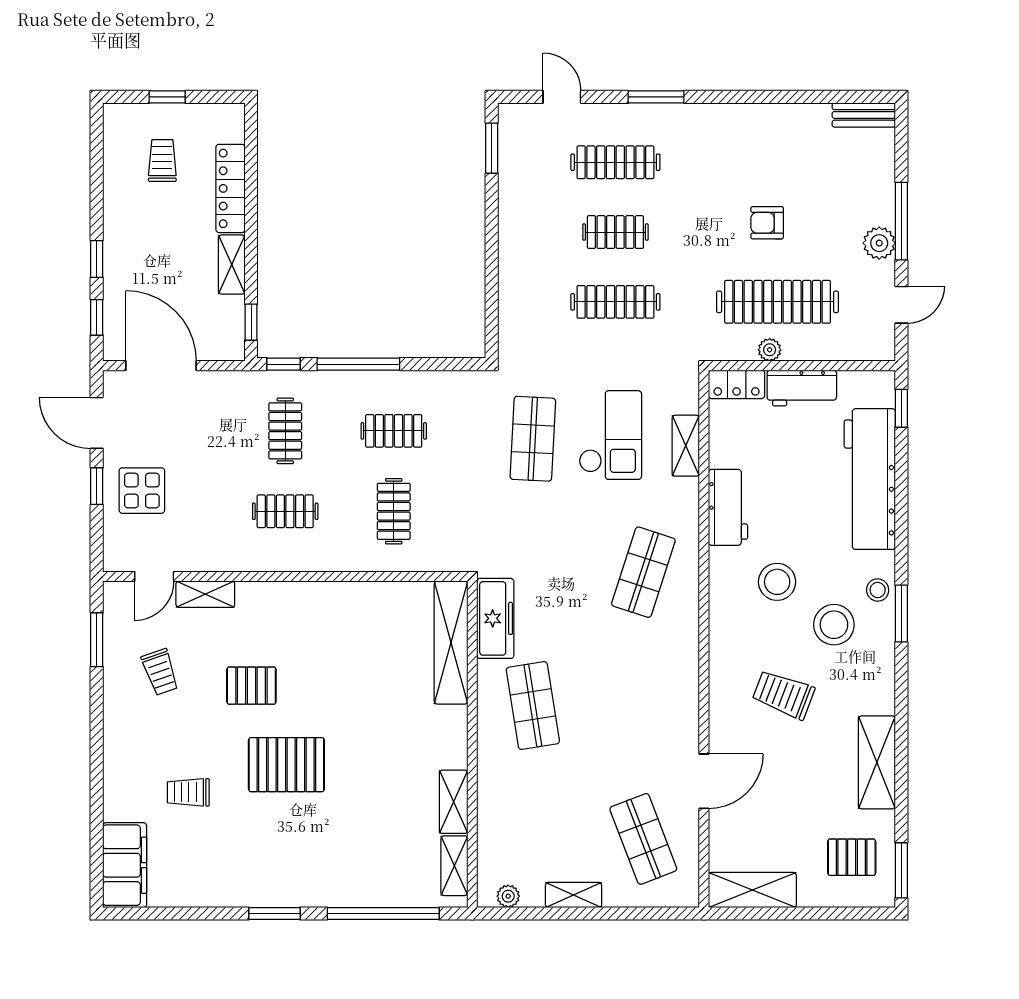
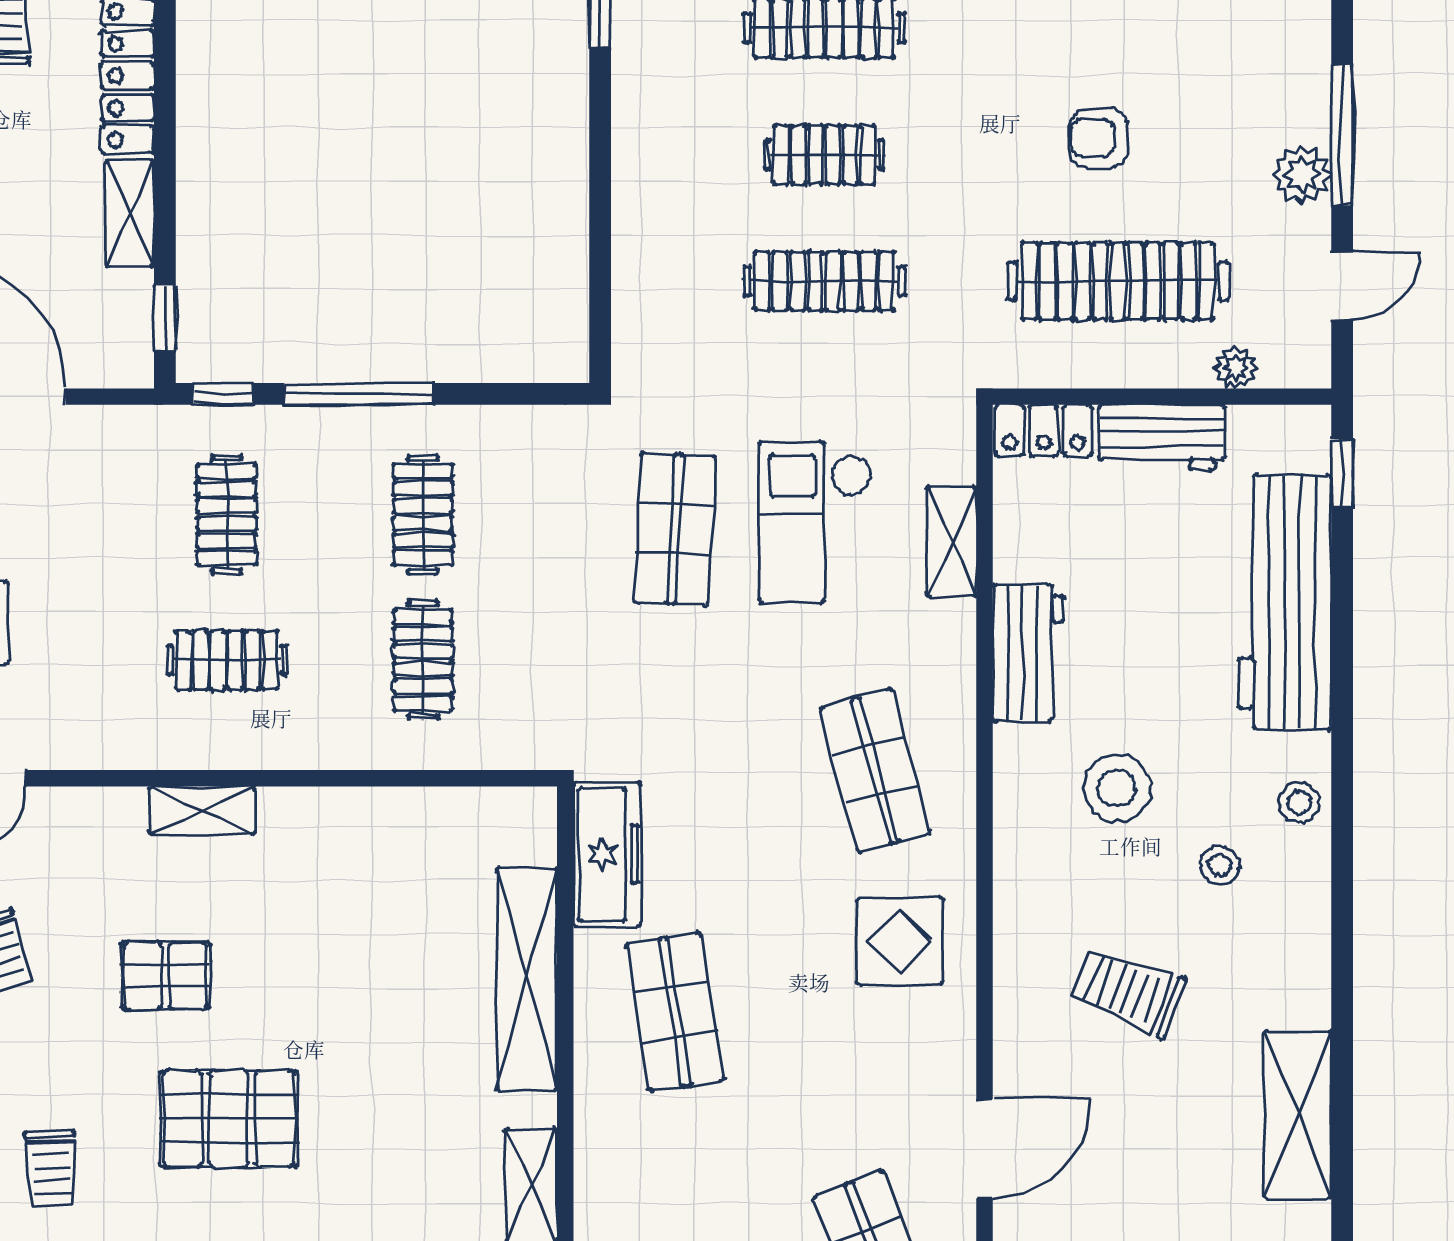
plant: (770, 350) -> (1236, 368), moved
clothes rail: (394, 431) -> (423, 515), turned 90
checkout: (610, 435) -> (815, 522), turned 180
shop shelf: (643, 572) -> (875, 770), turned -33
shelving: (205, 594) -> (202, 810), moved
window: (901, 614) -> (1342, 845), removed
stool: (834, 625) -> (1220, 865), width x0.53, depth x0.53
shelving: (451, 643) -> (527, 979), moved
display table: (657, 667) -> (900, 941), added
trolley: (188, 792) -> (51, 1169), turned -93

